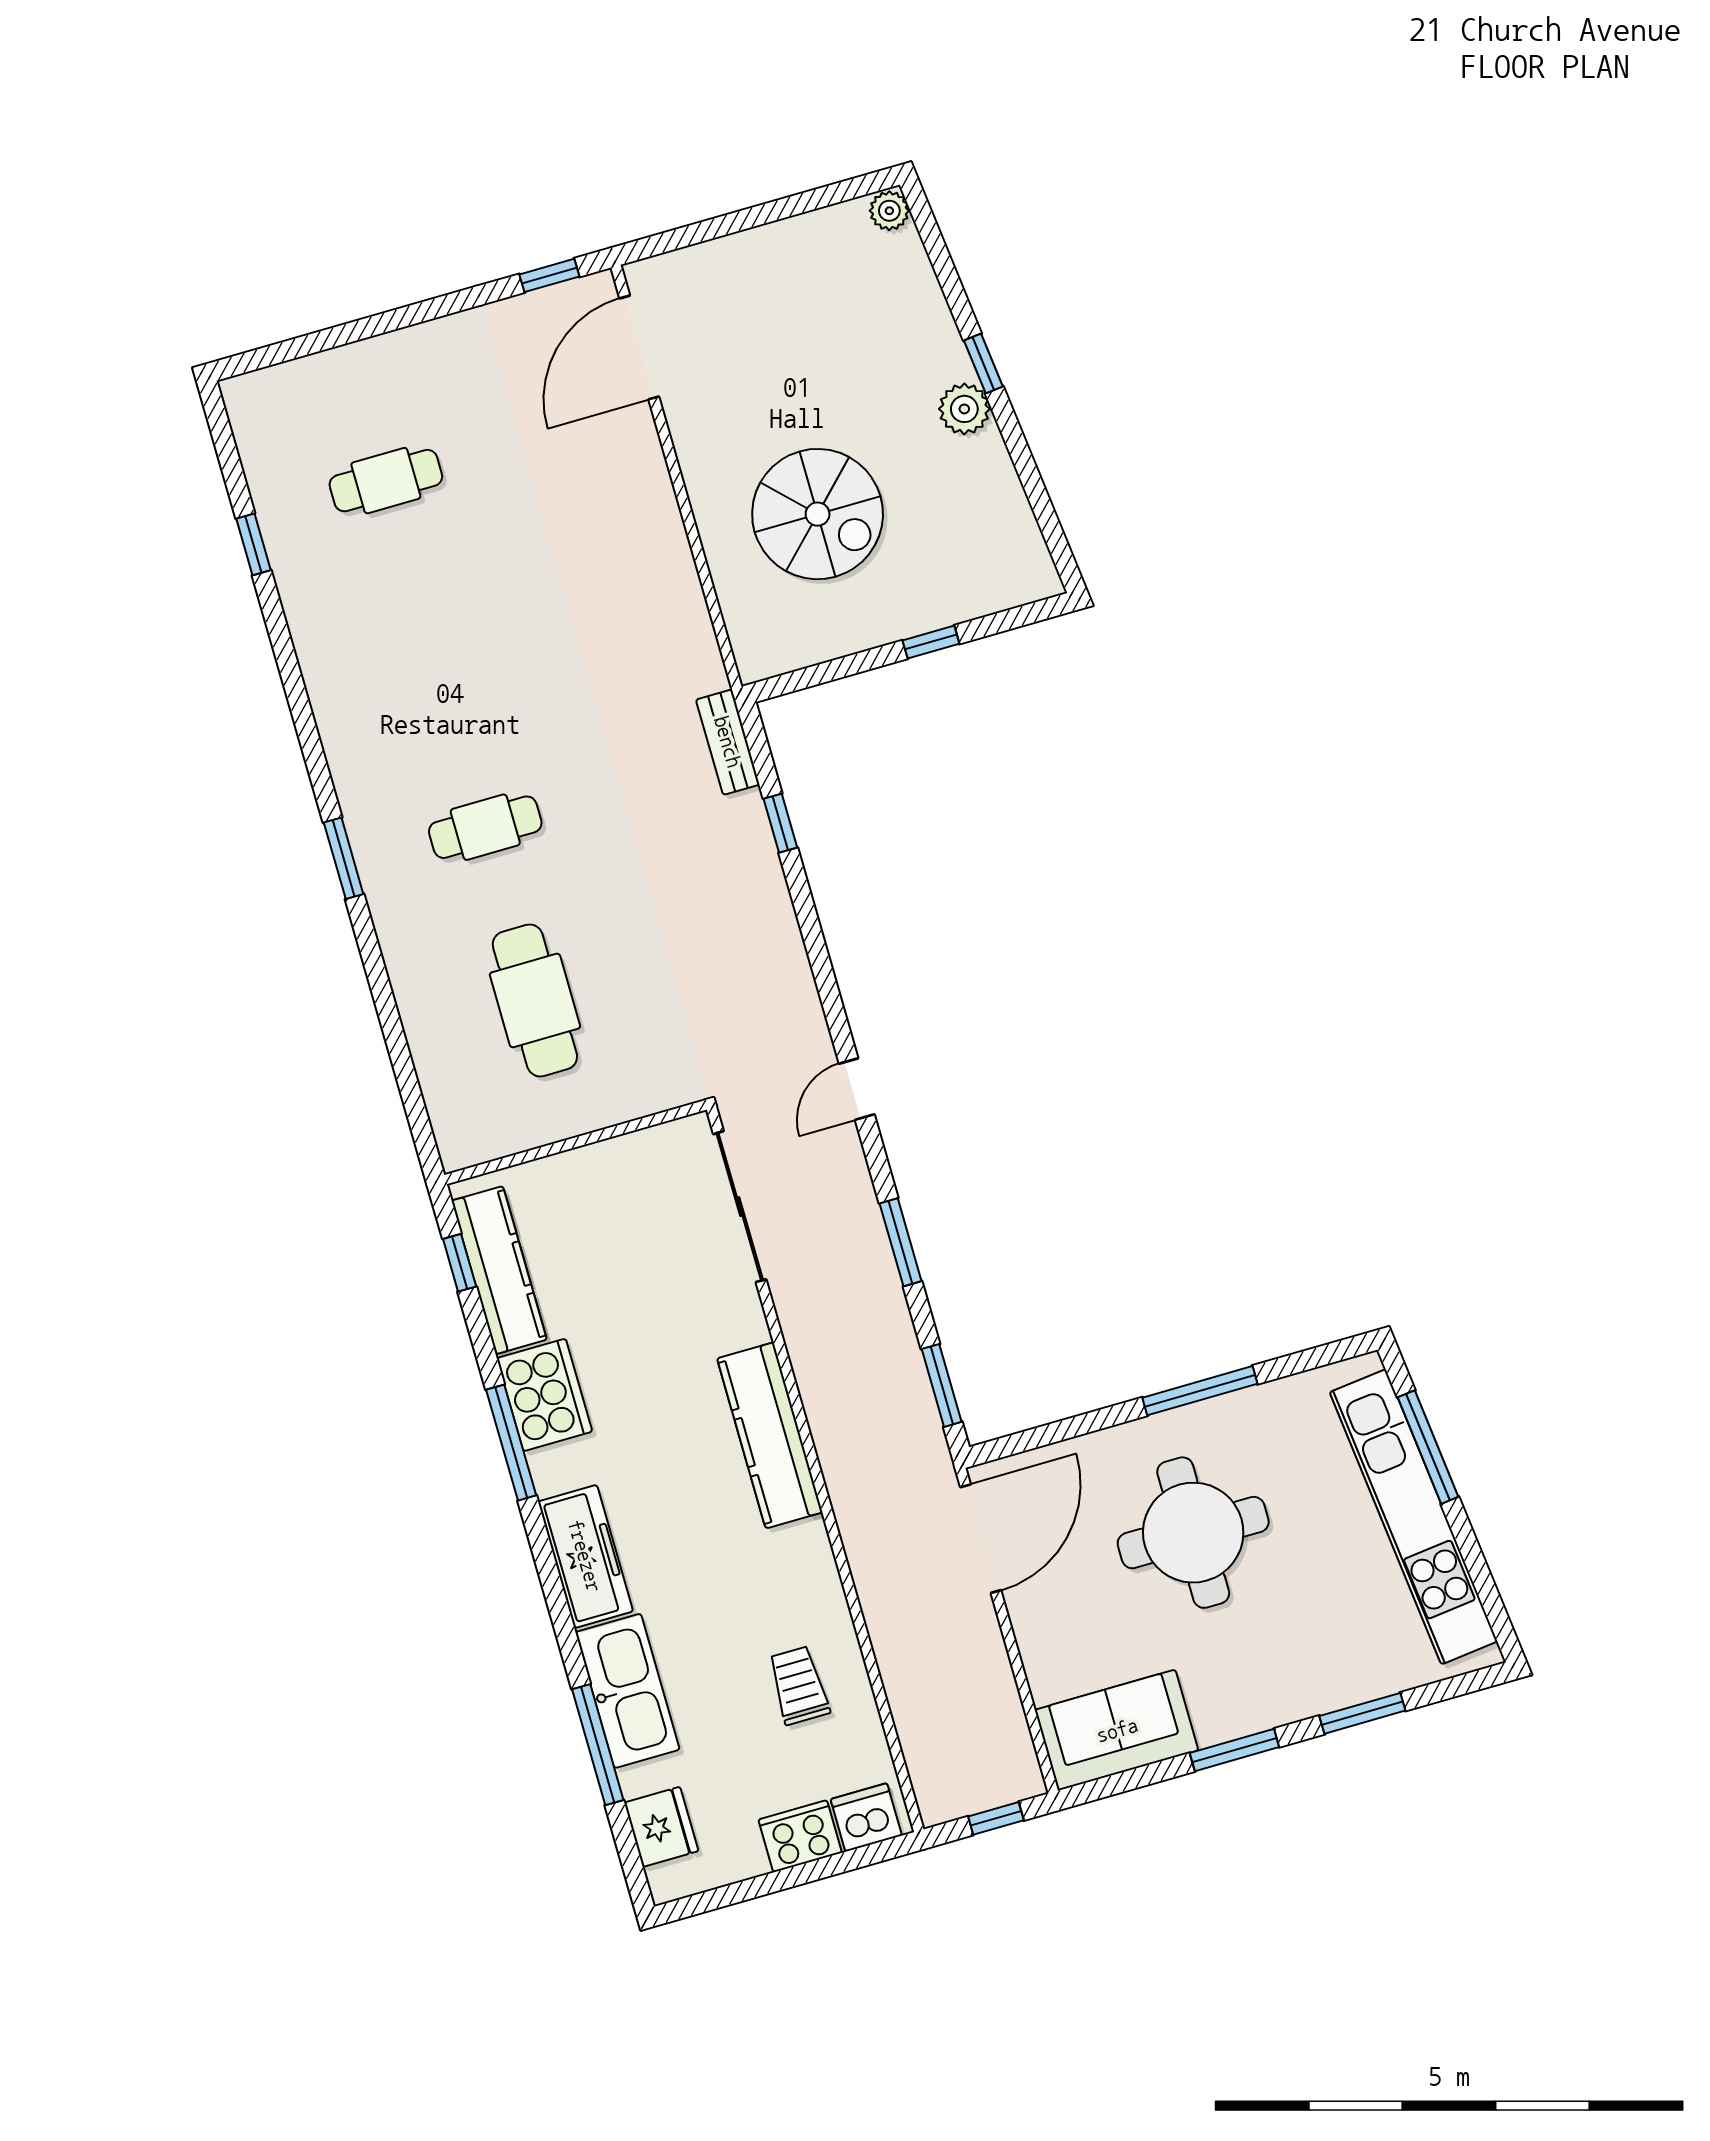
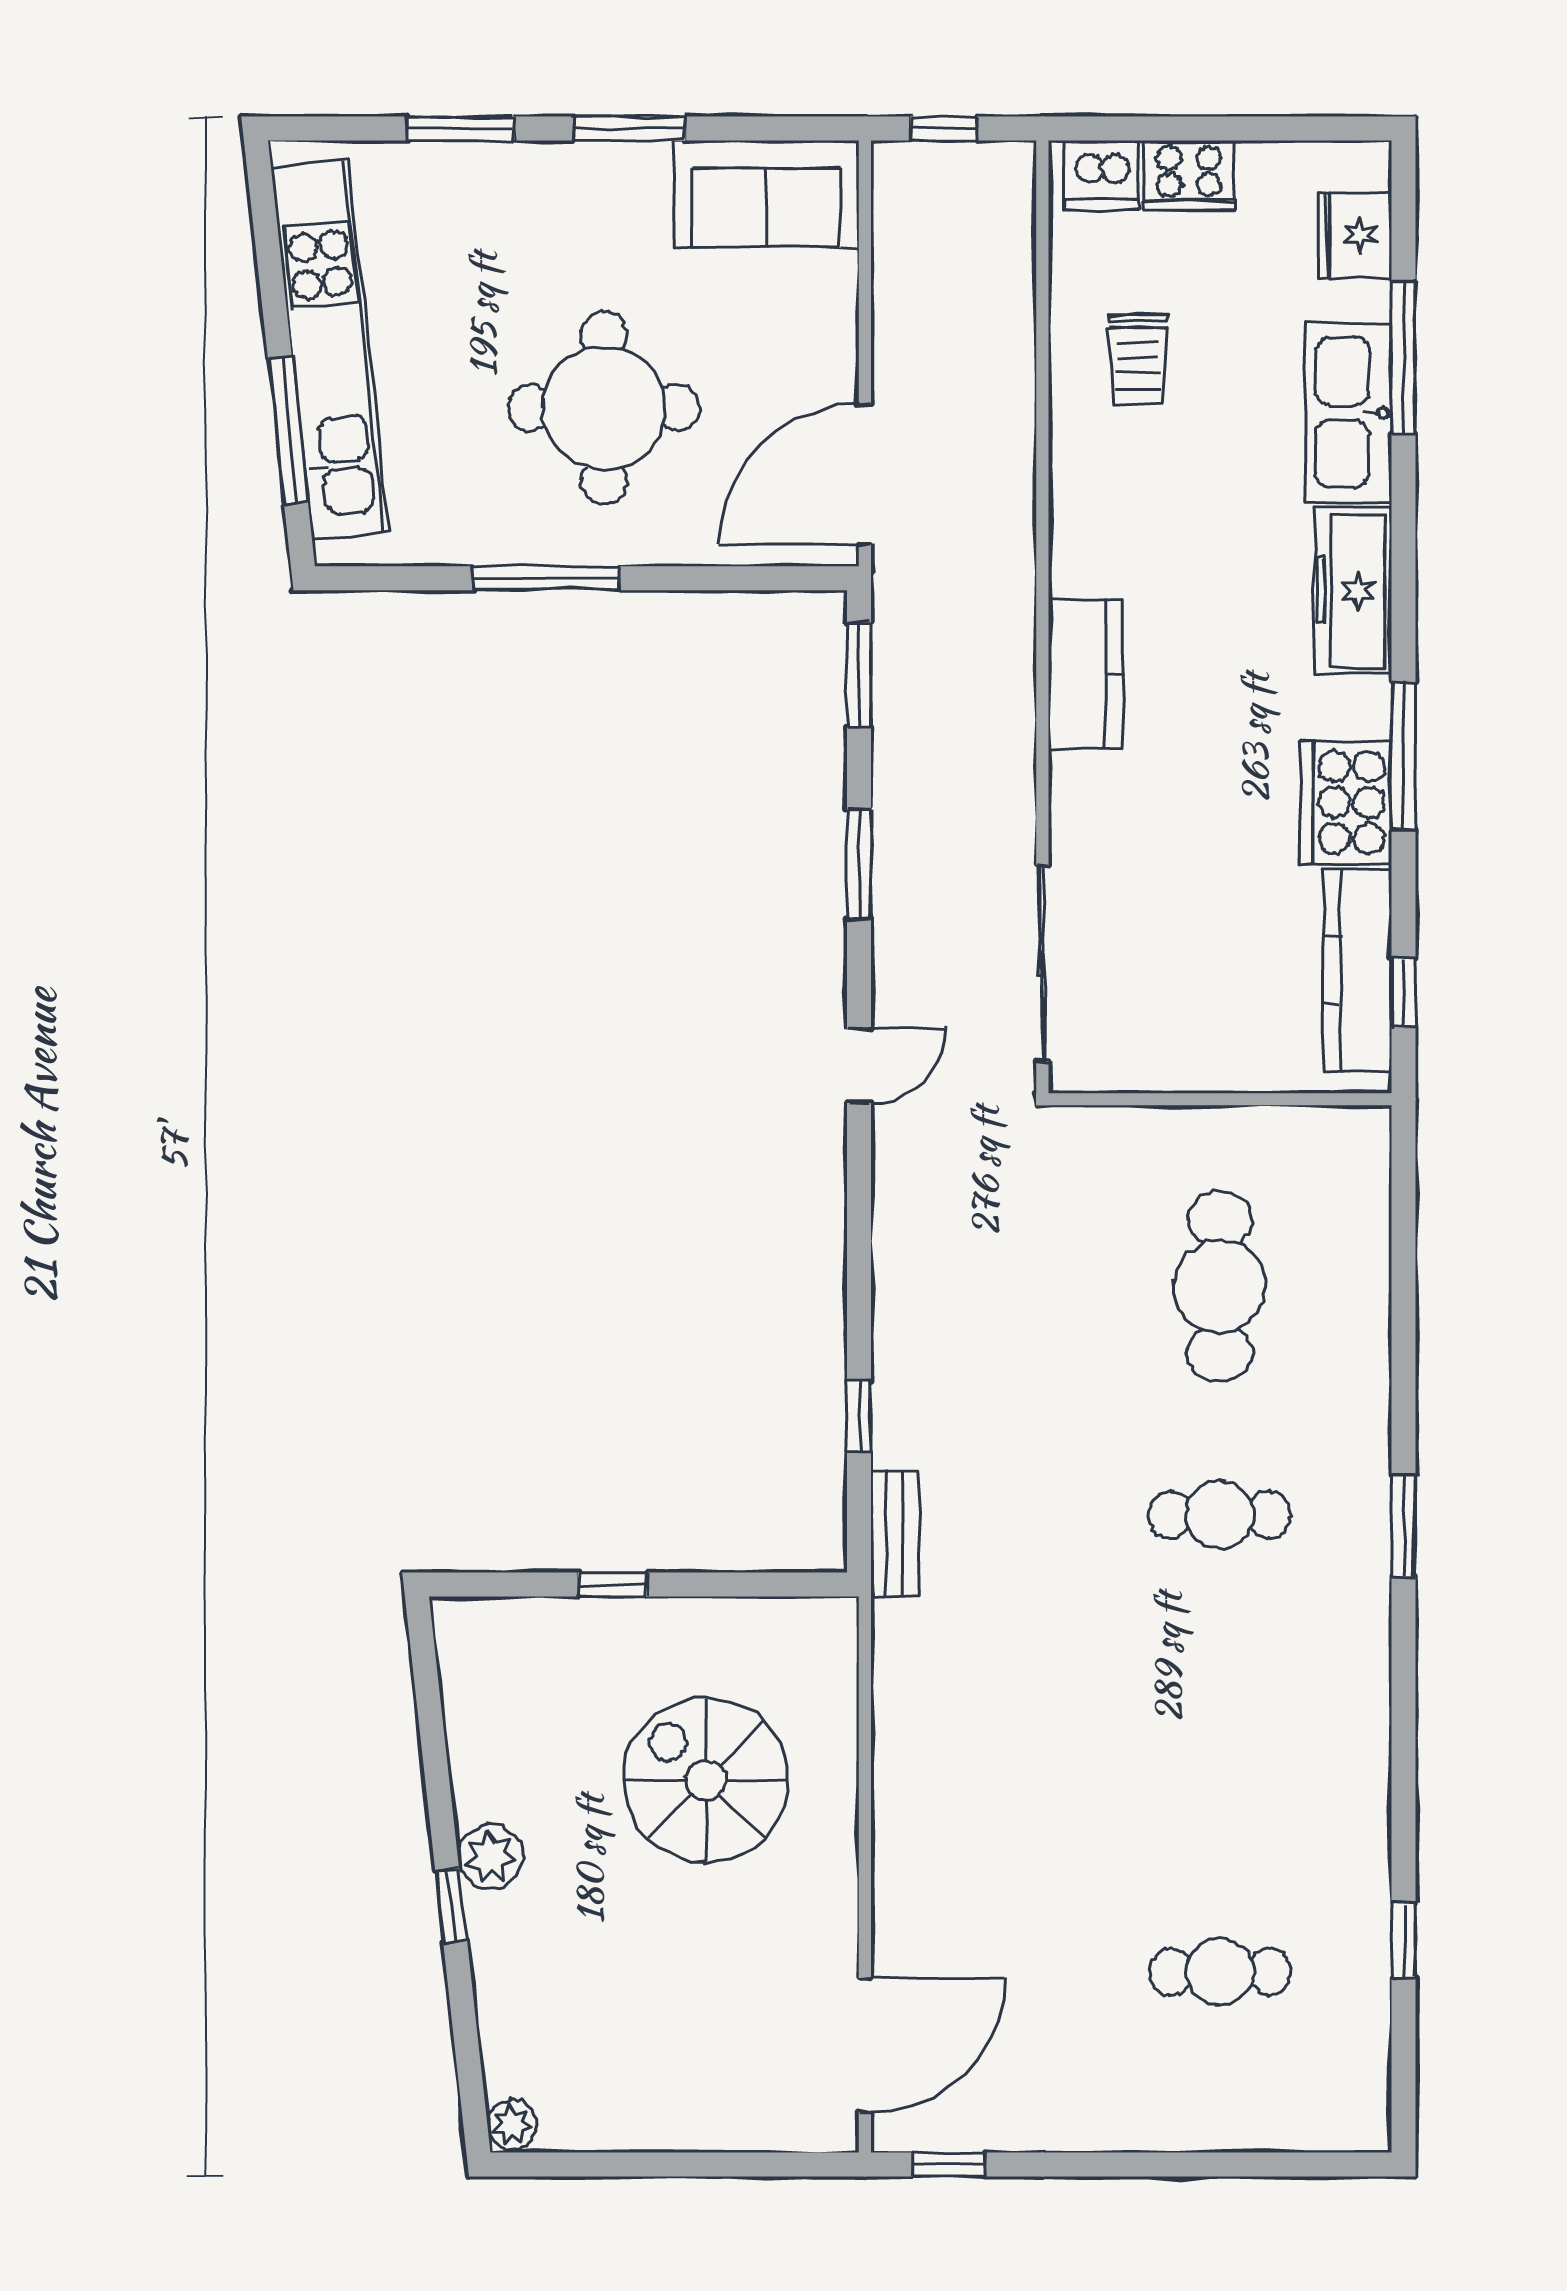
kitchen counter: (770, 1435) -> (1086, 674), width x0.67

